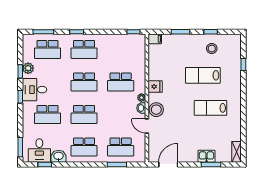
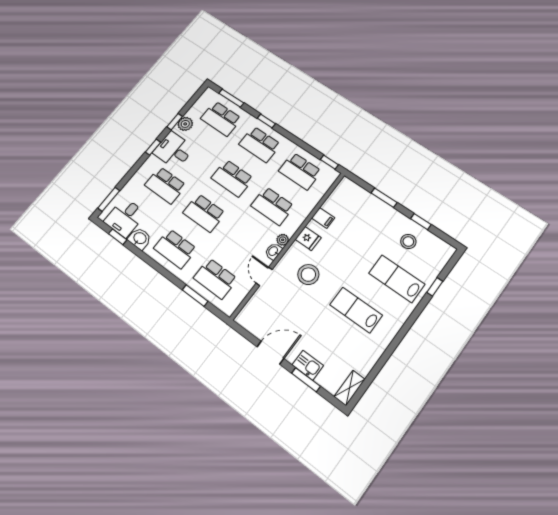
filing cabinet: (155, 39) -> (323, 218), moved
school desk: (121, 49) -> (300, 171), added
lab bench: (203, 75) -> (397, 279), moved
stool: (156, 110) -> (308, 275), moved
door: (168, 165) -> (270, 353), moved

